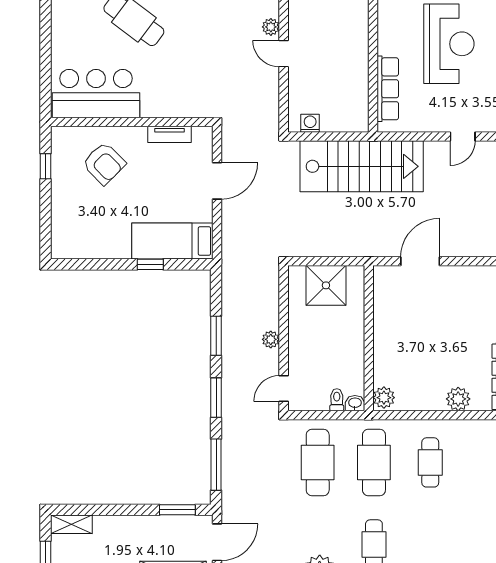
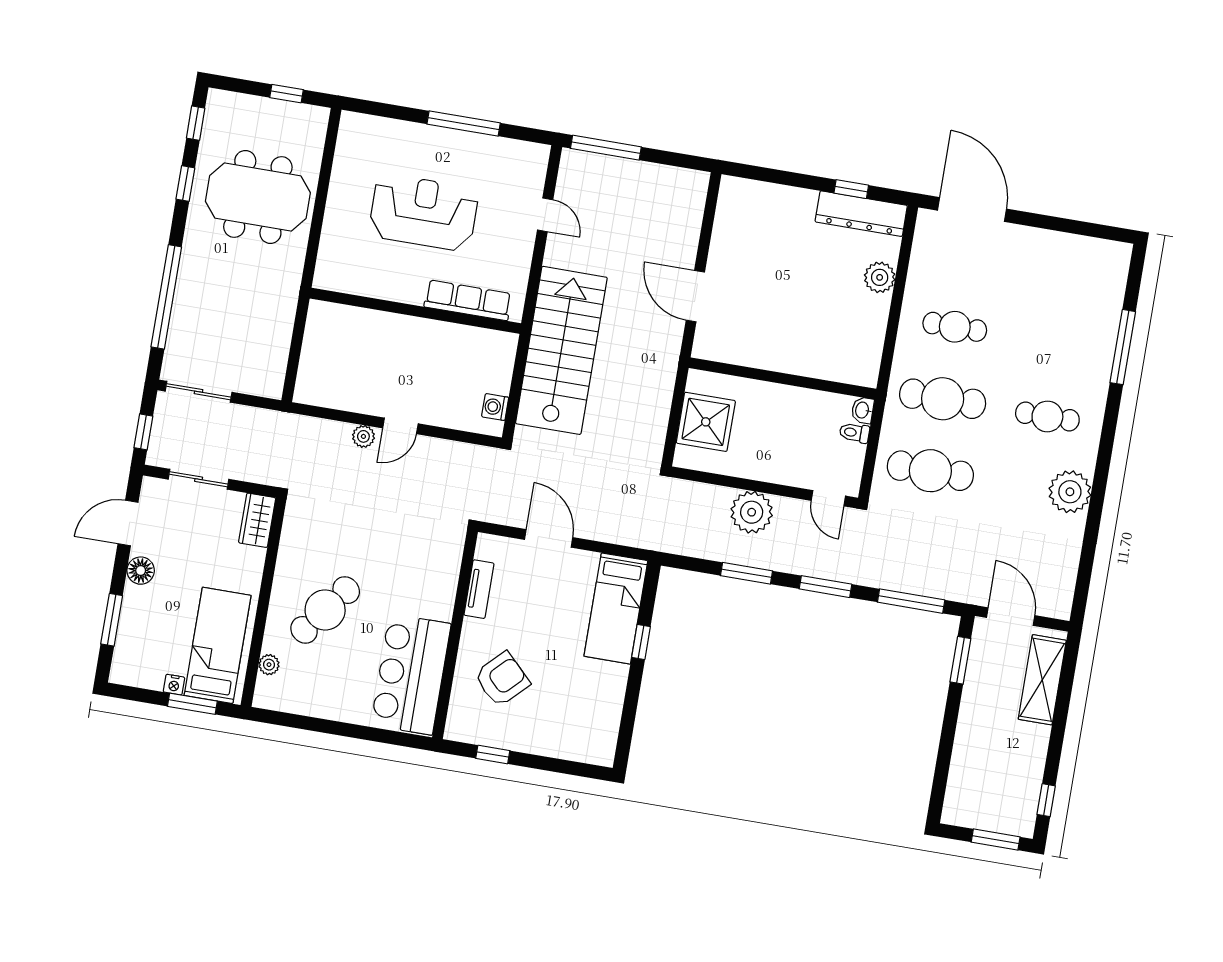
plant: (271, 339) -> (752, 512), width x1.88, depth x1.88
plant: (384, 398) -> (862, 372), removed
shelving: (71, 524) -> (956, 799), removed

